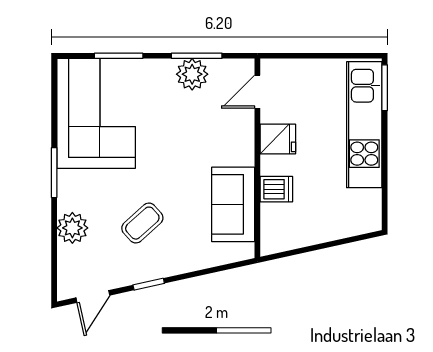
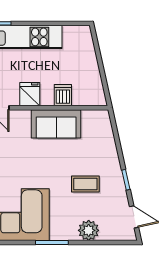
sofa: (233, 204) -> (56, 124), moved
coffee table: (142, 223) -> (85, 184), turned -48

